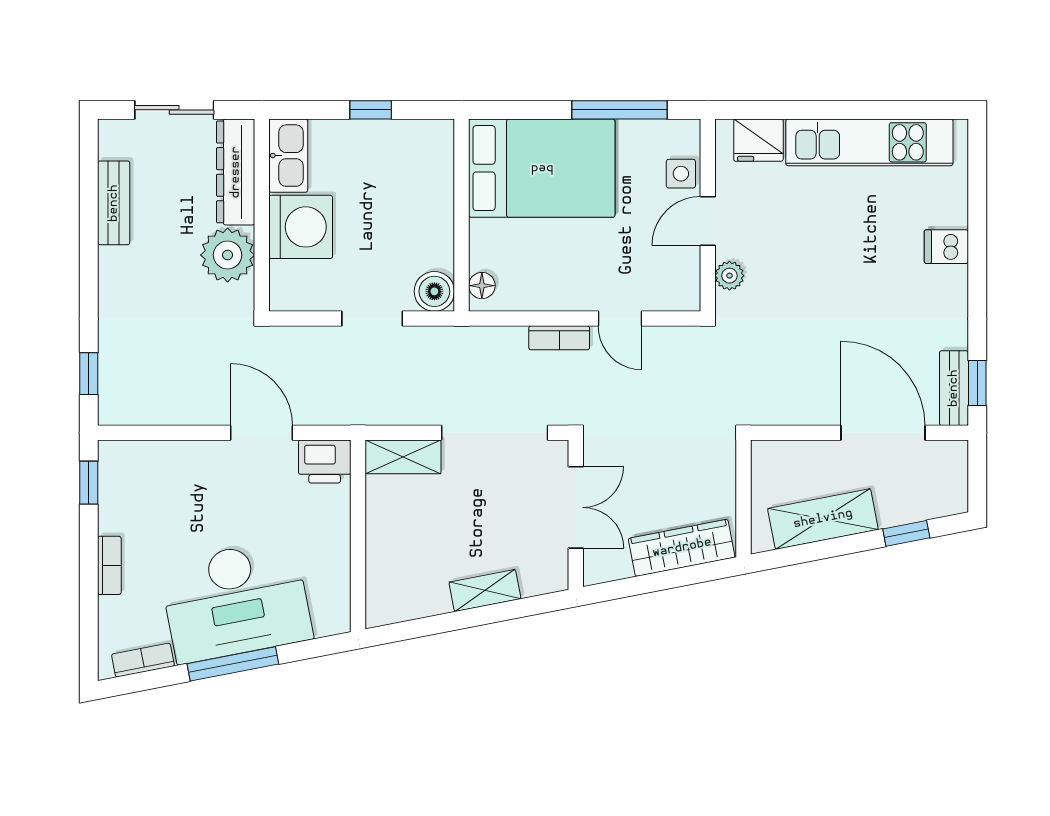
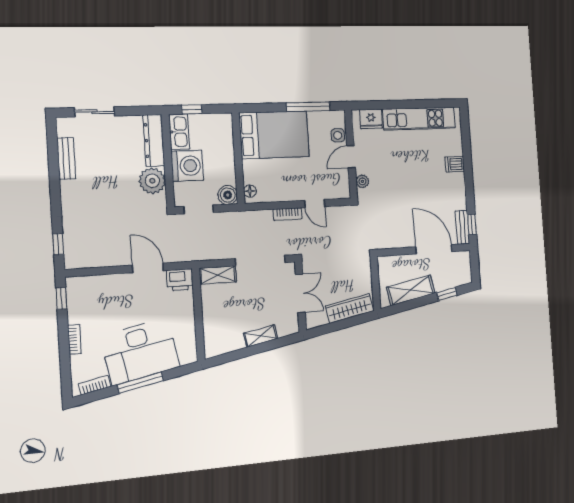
kitchen sink: (288, 156) -> (179, 132), moved
dresser: (236, 172) -> (154, 140), moved
wall: (262, 215) -> (168, 161), moved
washing machine: (301, 227) -> (187, 166), moved
plant: (228, 255) -> (152, 181), moved

